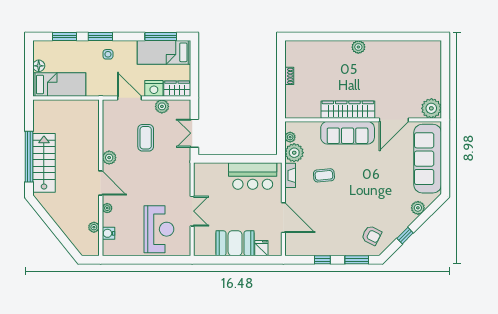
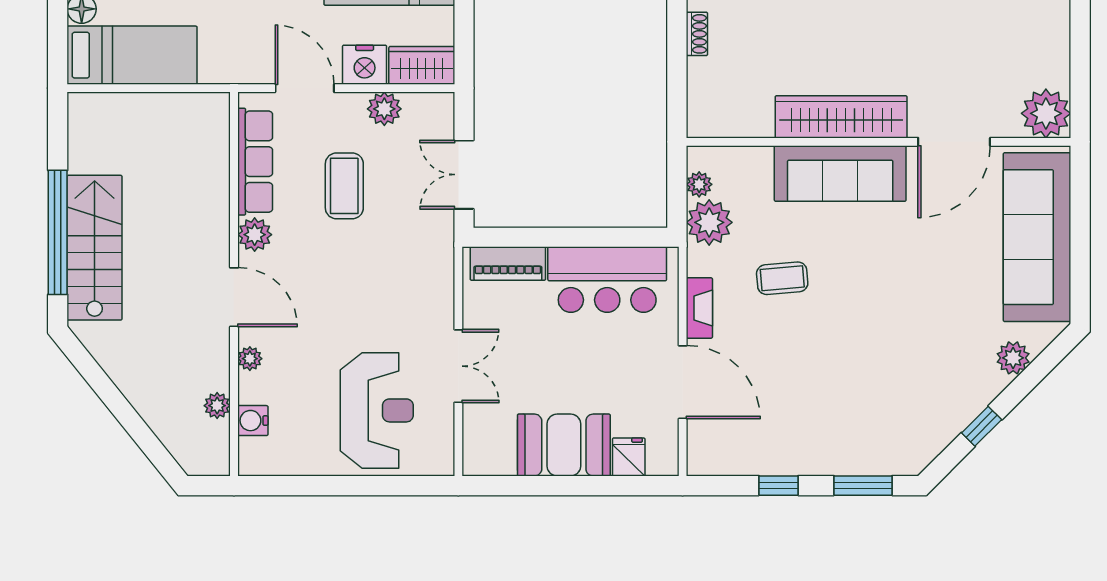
row of seats: (109, 128) -> (255, 162), added
piano: (212, 169) -> (508, 264), added
fireplace: (290, 175) -> (699, 308), moved
armchair: (372, 235) -> (899, 426), removed

